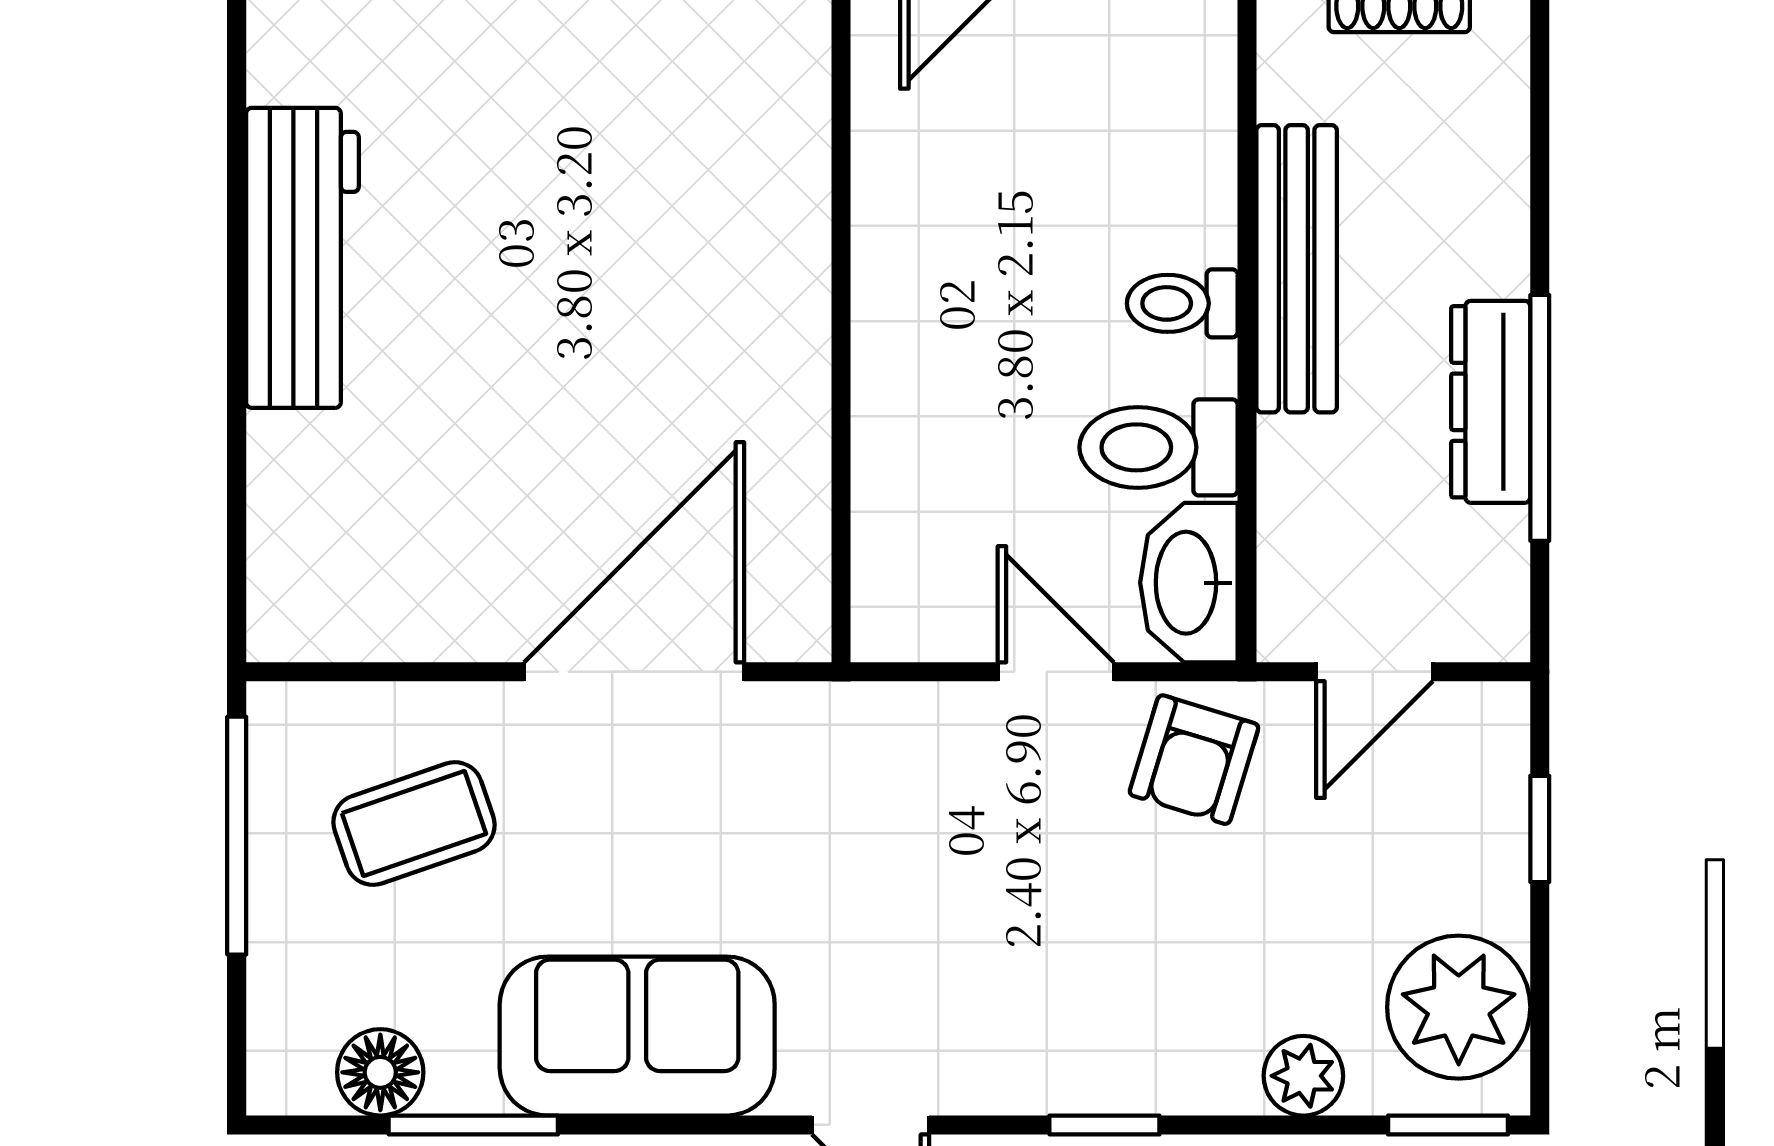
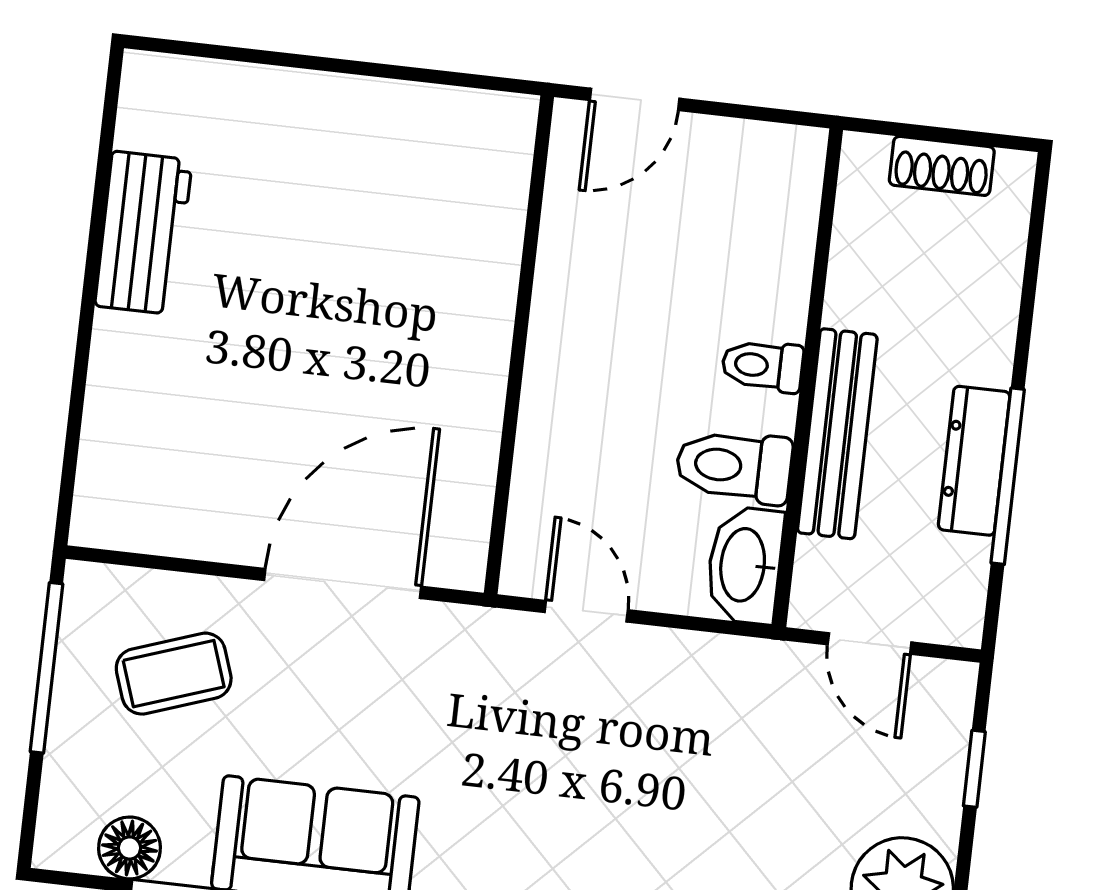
workbench: (302, 258) -> (143, 233), width x0.73
bench: (1297, 269) -> (837, 434), moved
door: (1056, 672) -> (586, 611), moved
door: (1375, 672) -> (870, 643), hinge flipped
armchair: (1194, 760) -> (734, 691), removed

